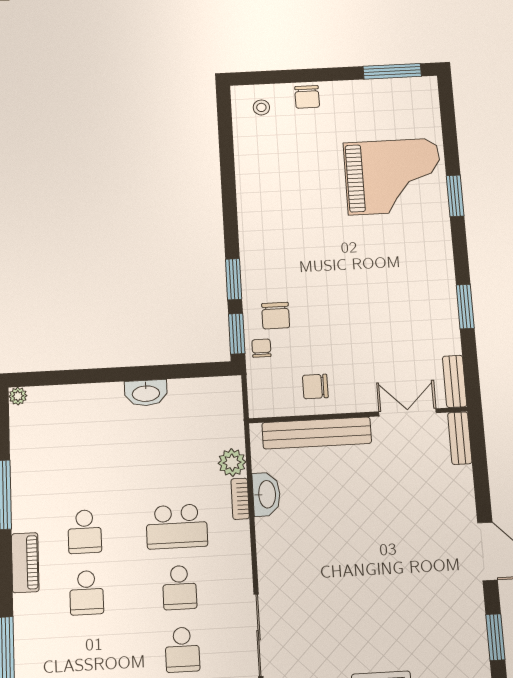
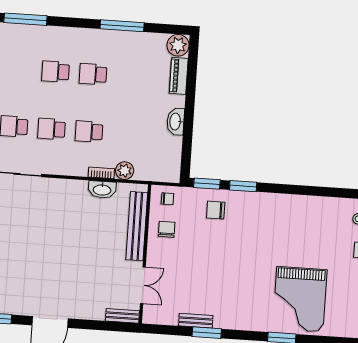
chair: (261, 348) -> (167, 199), moved
bench: (455, 381) -> (196, 321), moved
plant: (18, 396) -> (178, 45), width x1.88, depth x1.88
school desk: (177, 526) -> (89, 132), width x0.54
piano: (25, 563) -> (179, 76), moved, turned 90

